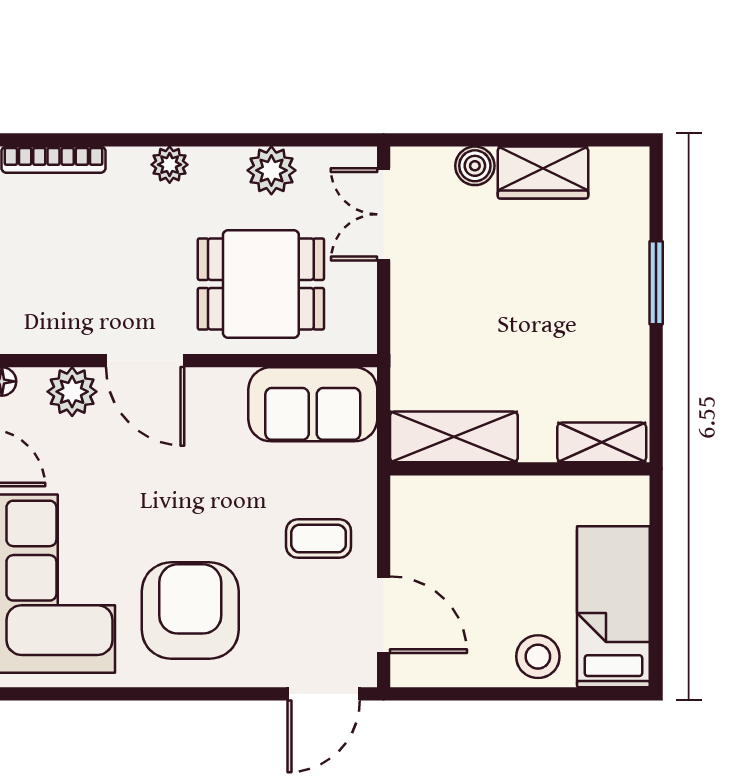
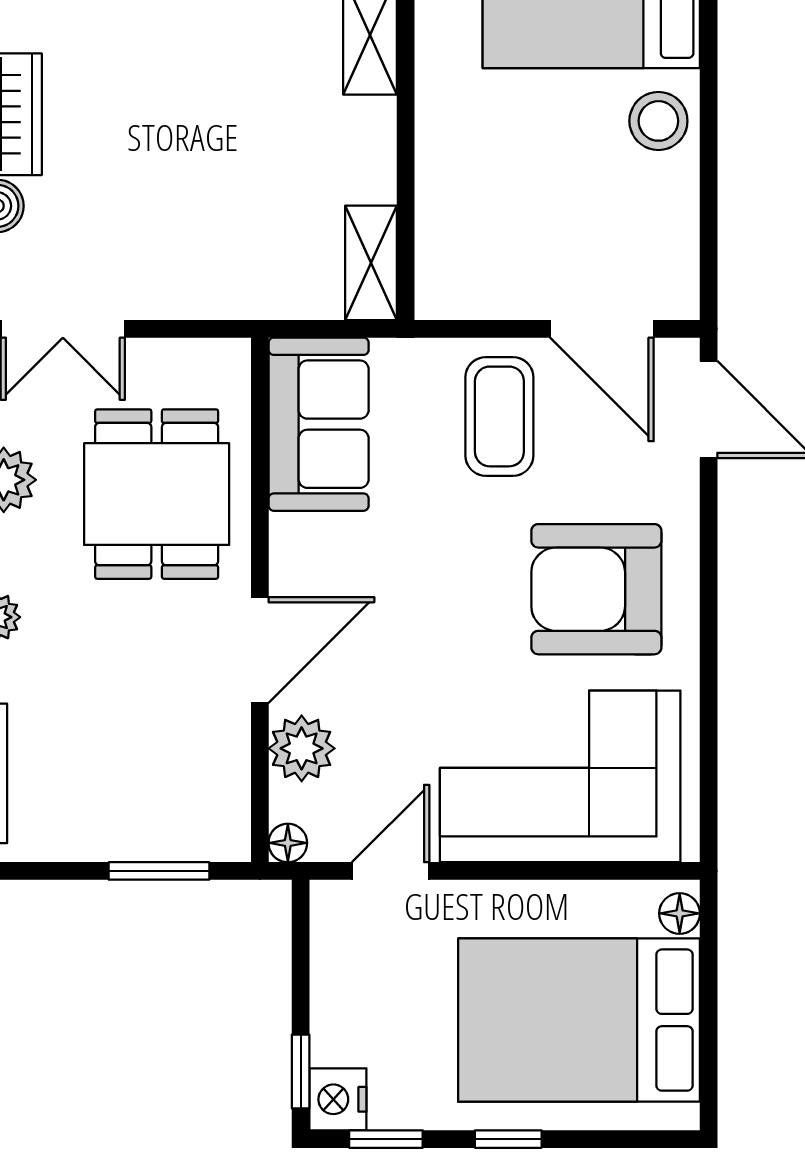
shelving: (454, 437) -> (371, 263), width x0.67, depth x0.75
coffee table: (319, 539) -> (499, 416), width x1.36, depth x1.30
door: (384, 615) -> (602, 329), swing flipped

